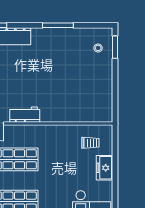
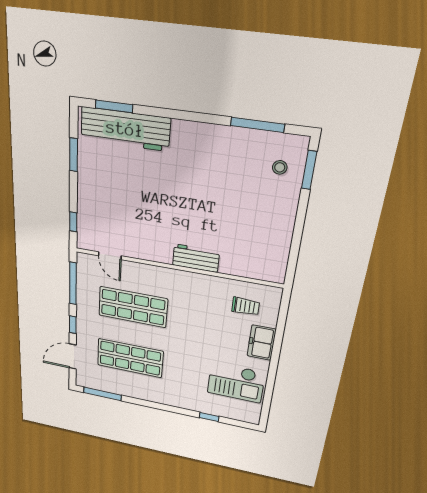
window: (58, 25) -> (257, 125), moved
workbench: (25, 115) -> (196, 258), moved

